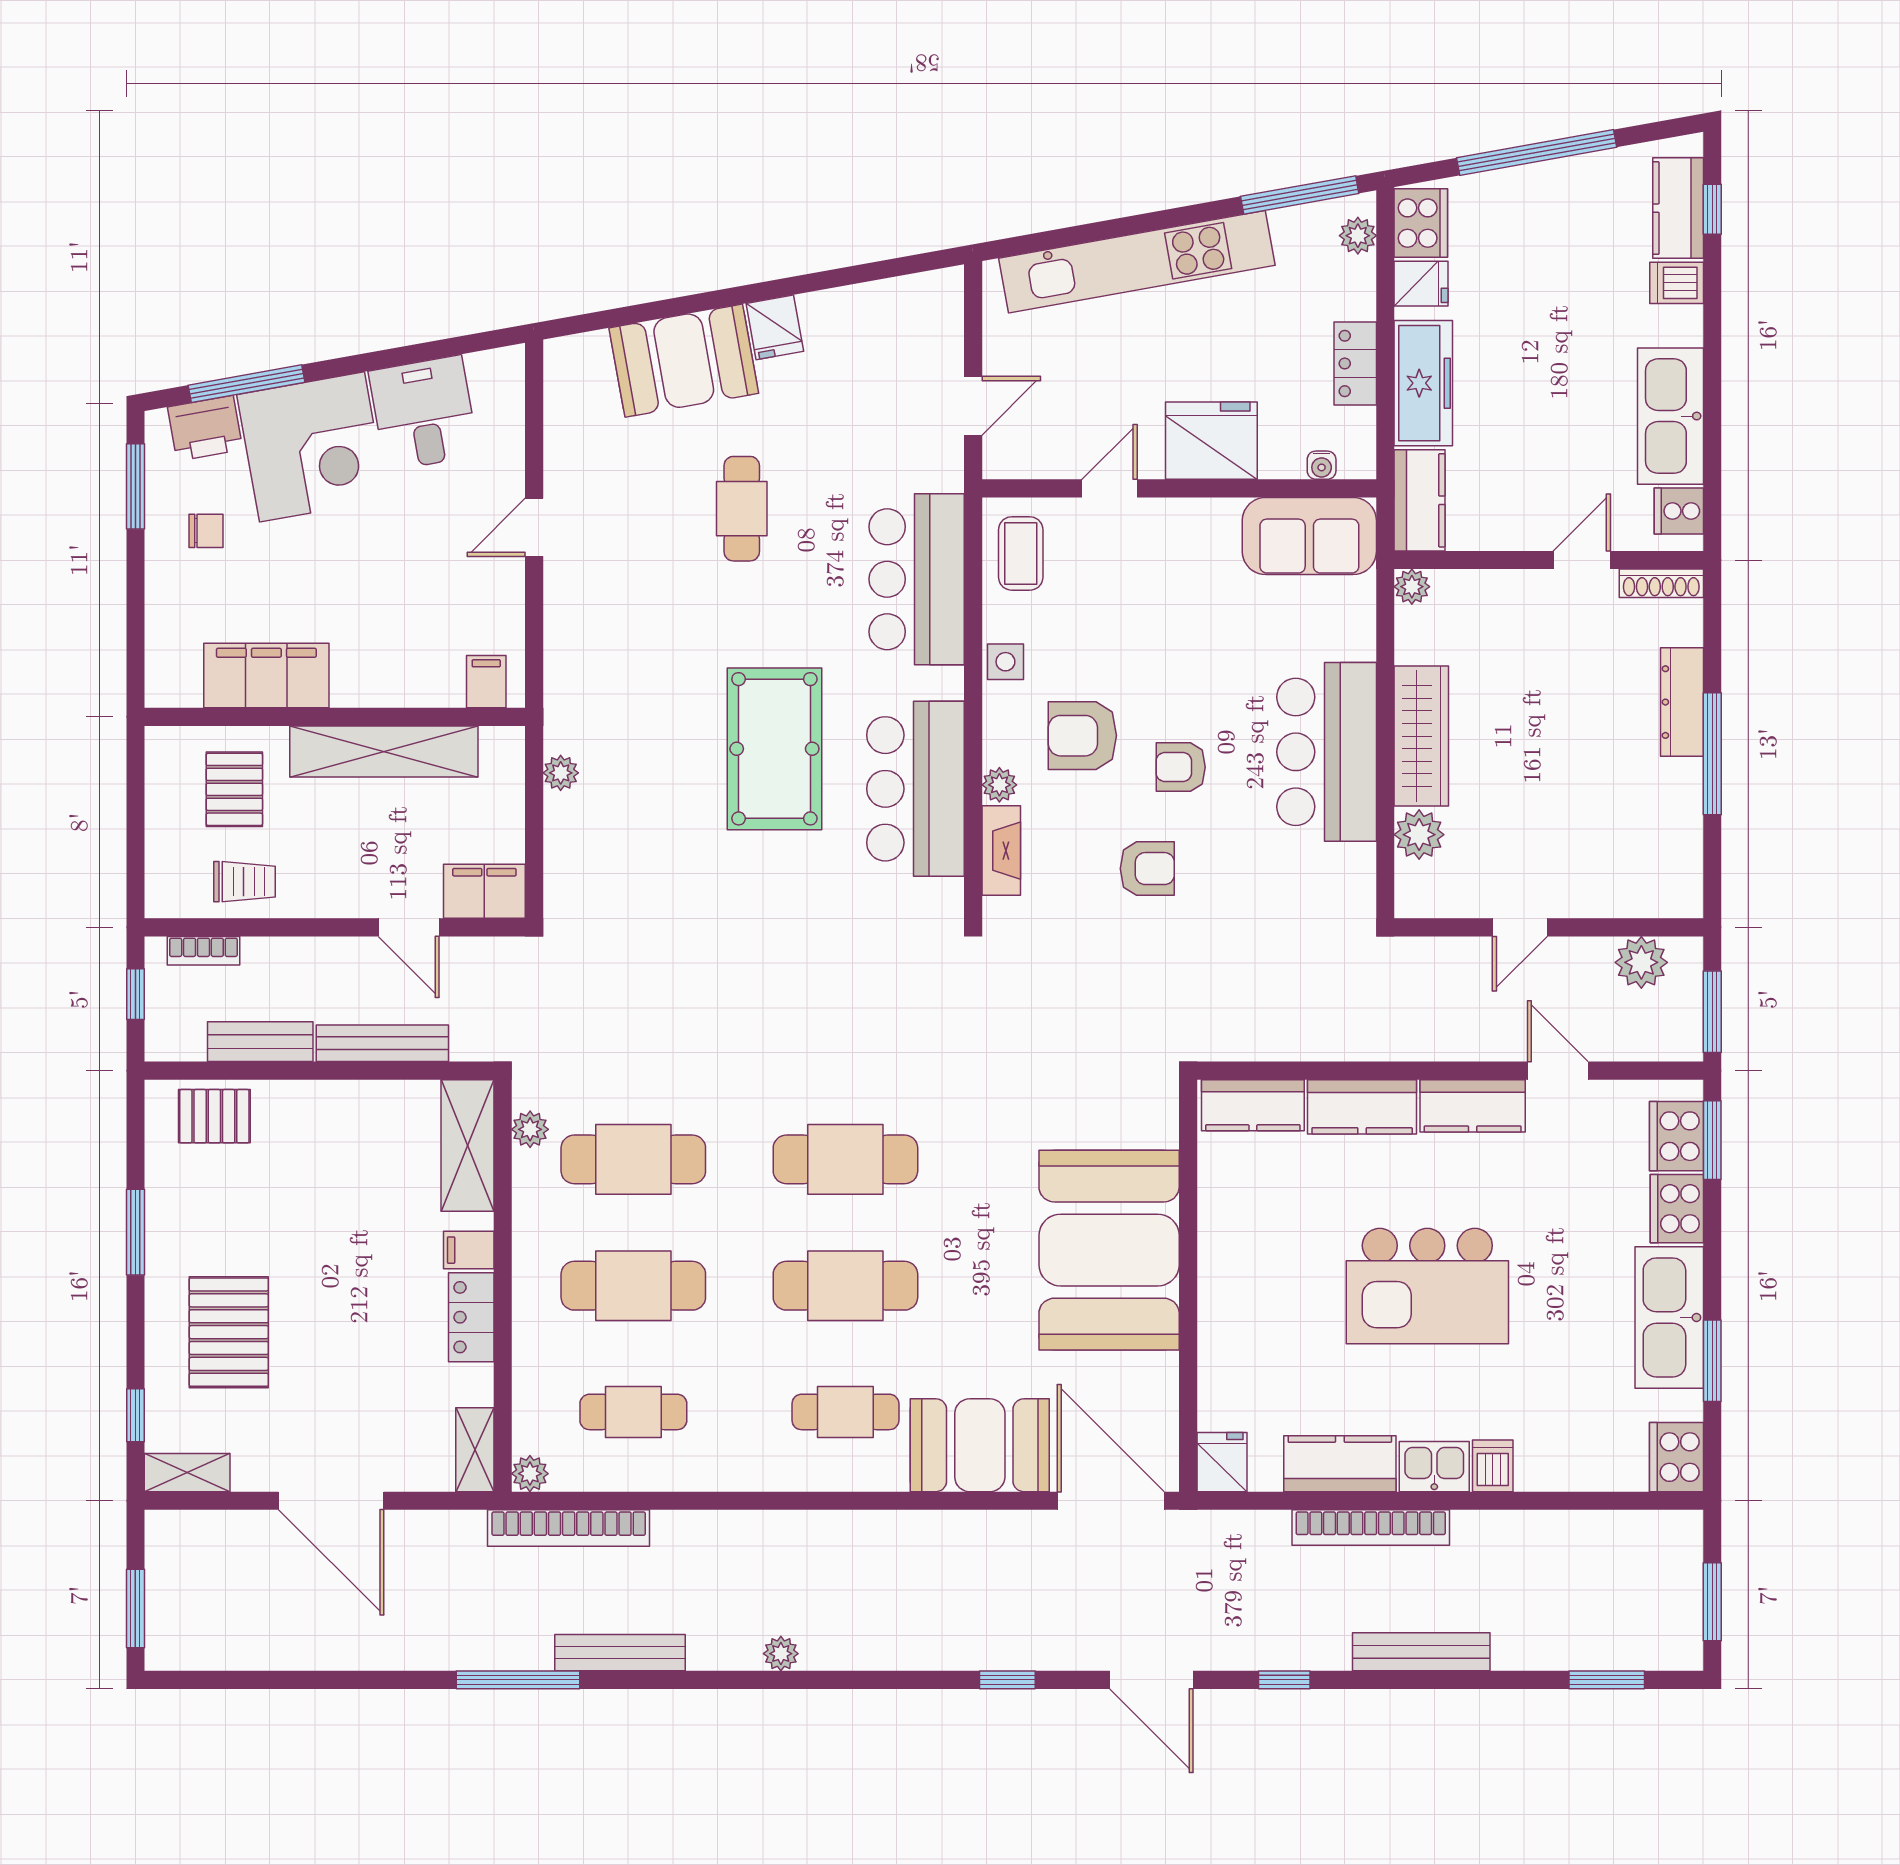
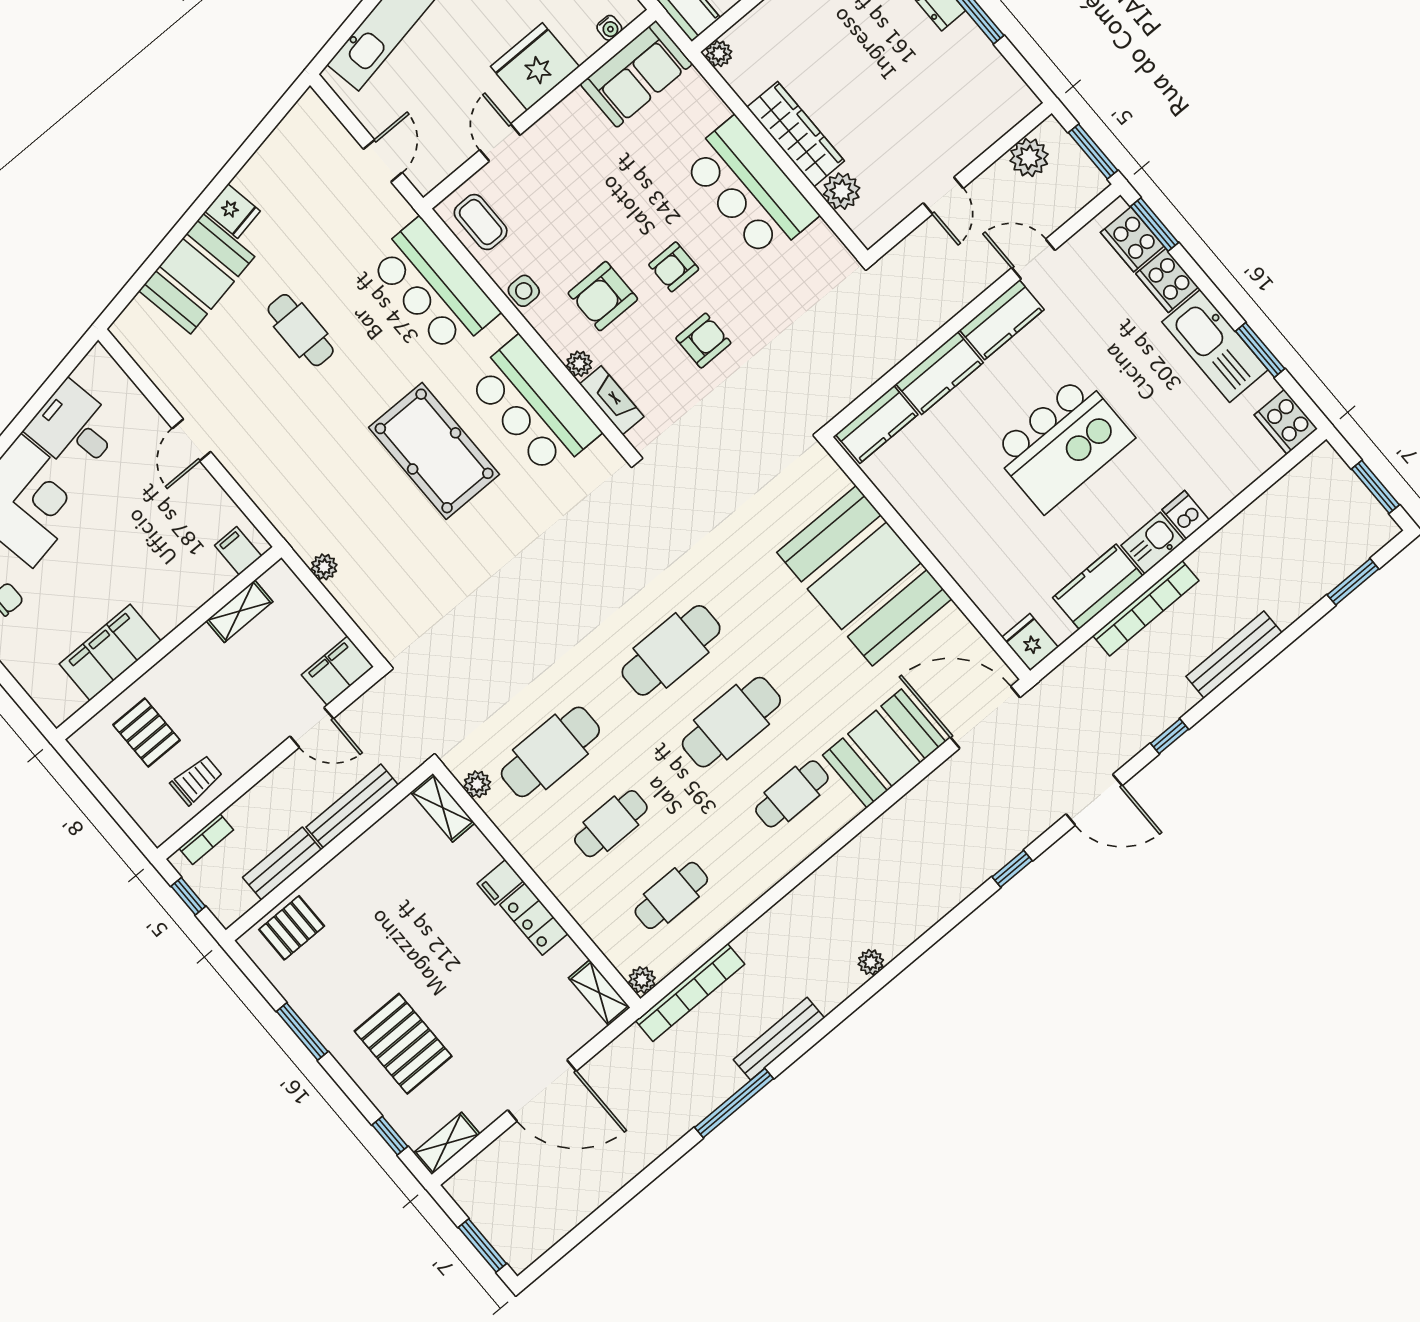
shelving: (384, 751) -> (239, 611), width x0.45, depth x0.75
shelving: (467, 1145) -> (443, 808), width x0.67, depth x0.75
cafe table: (633, 1286) -> (611, 824), width x0.73, depth x0.74

